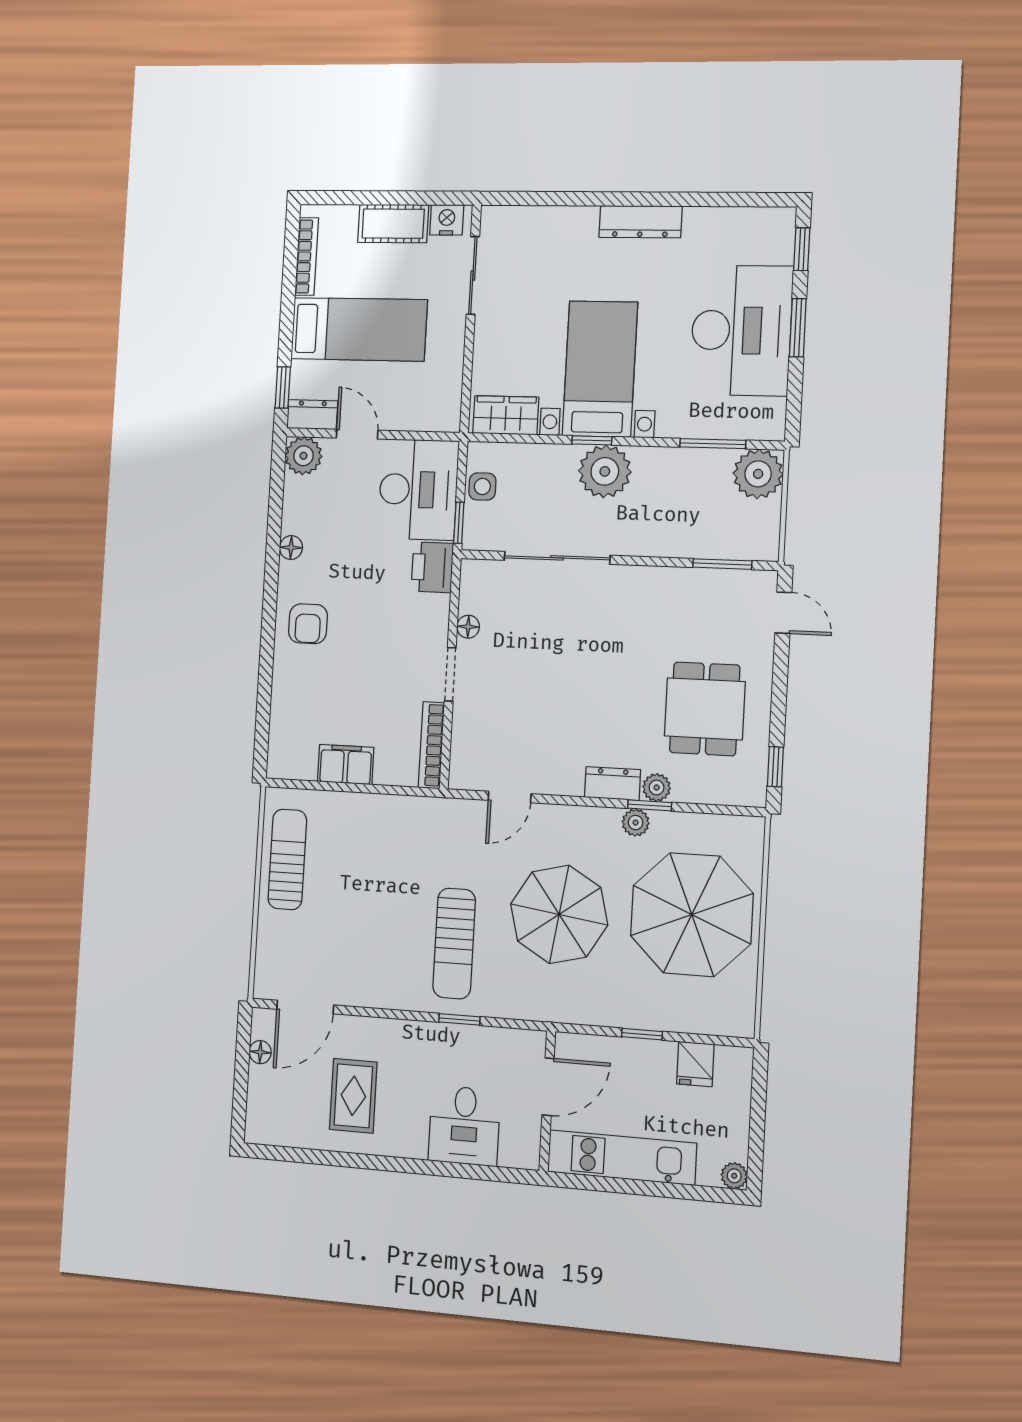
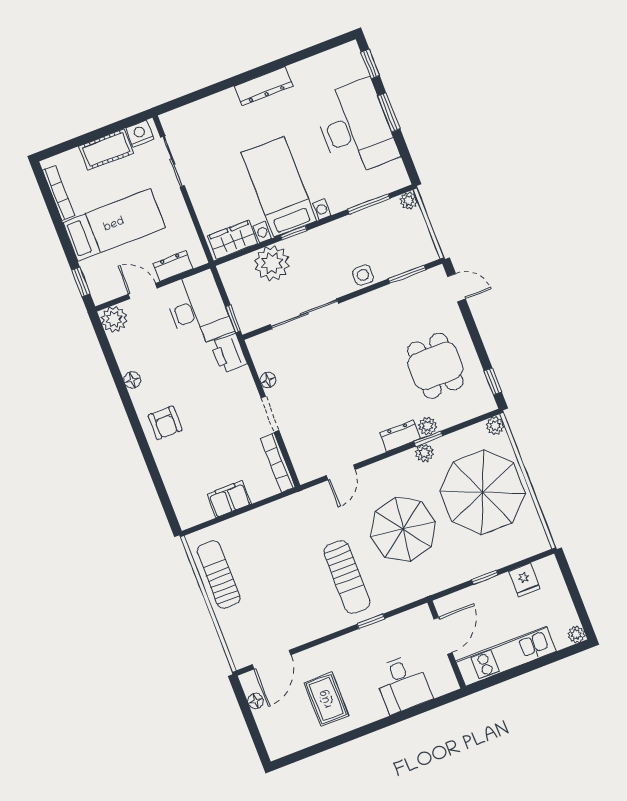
dresser: (312, 415) -> (173, 266), moved
plant: (605, 471) -> (272, 263), moved
plant: (758, 474) -> (409, 201), width x0.53, depth x0.53
side table: (482, 486) -> (363, 275), moved
plant: (751, 830) -> (495, 426), added

